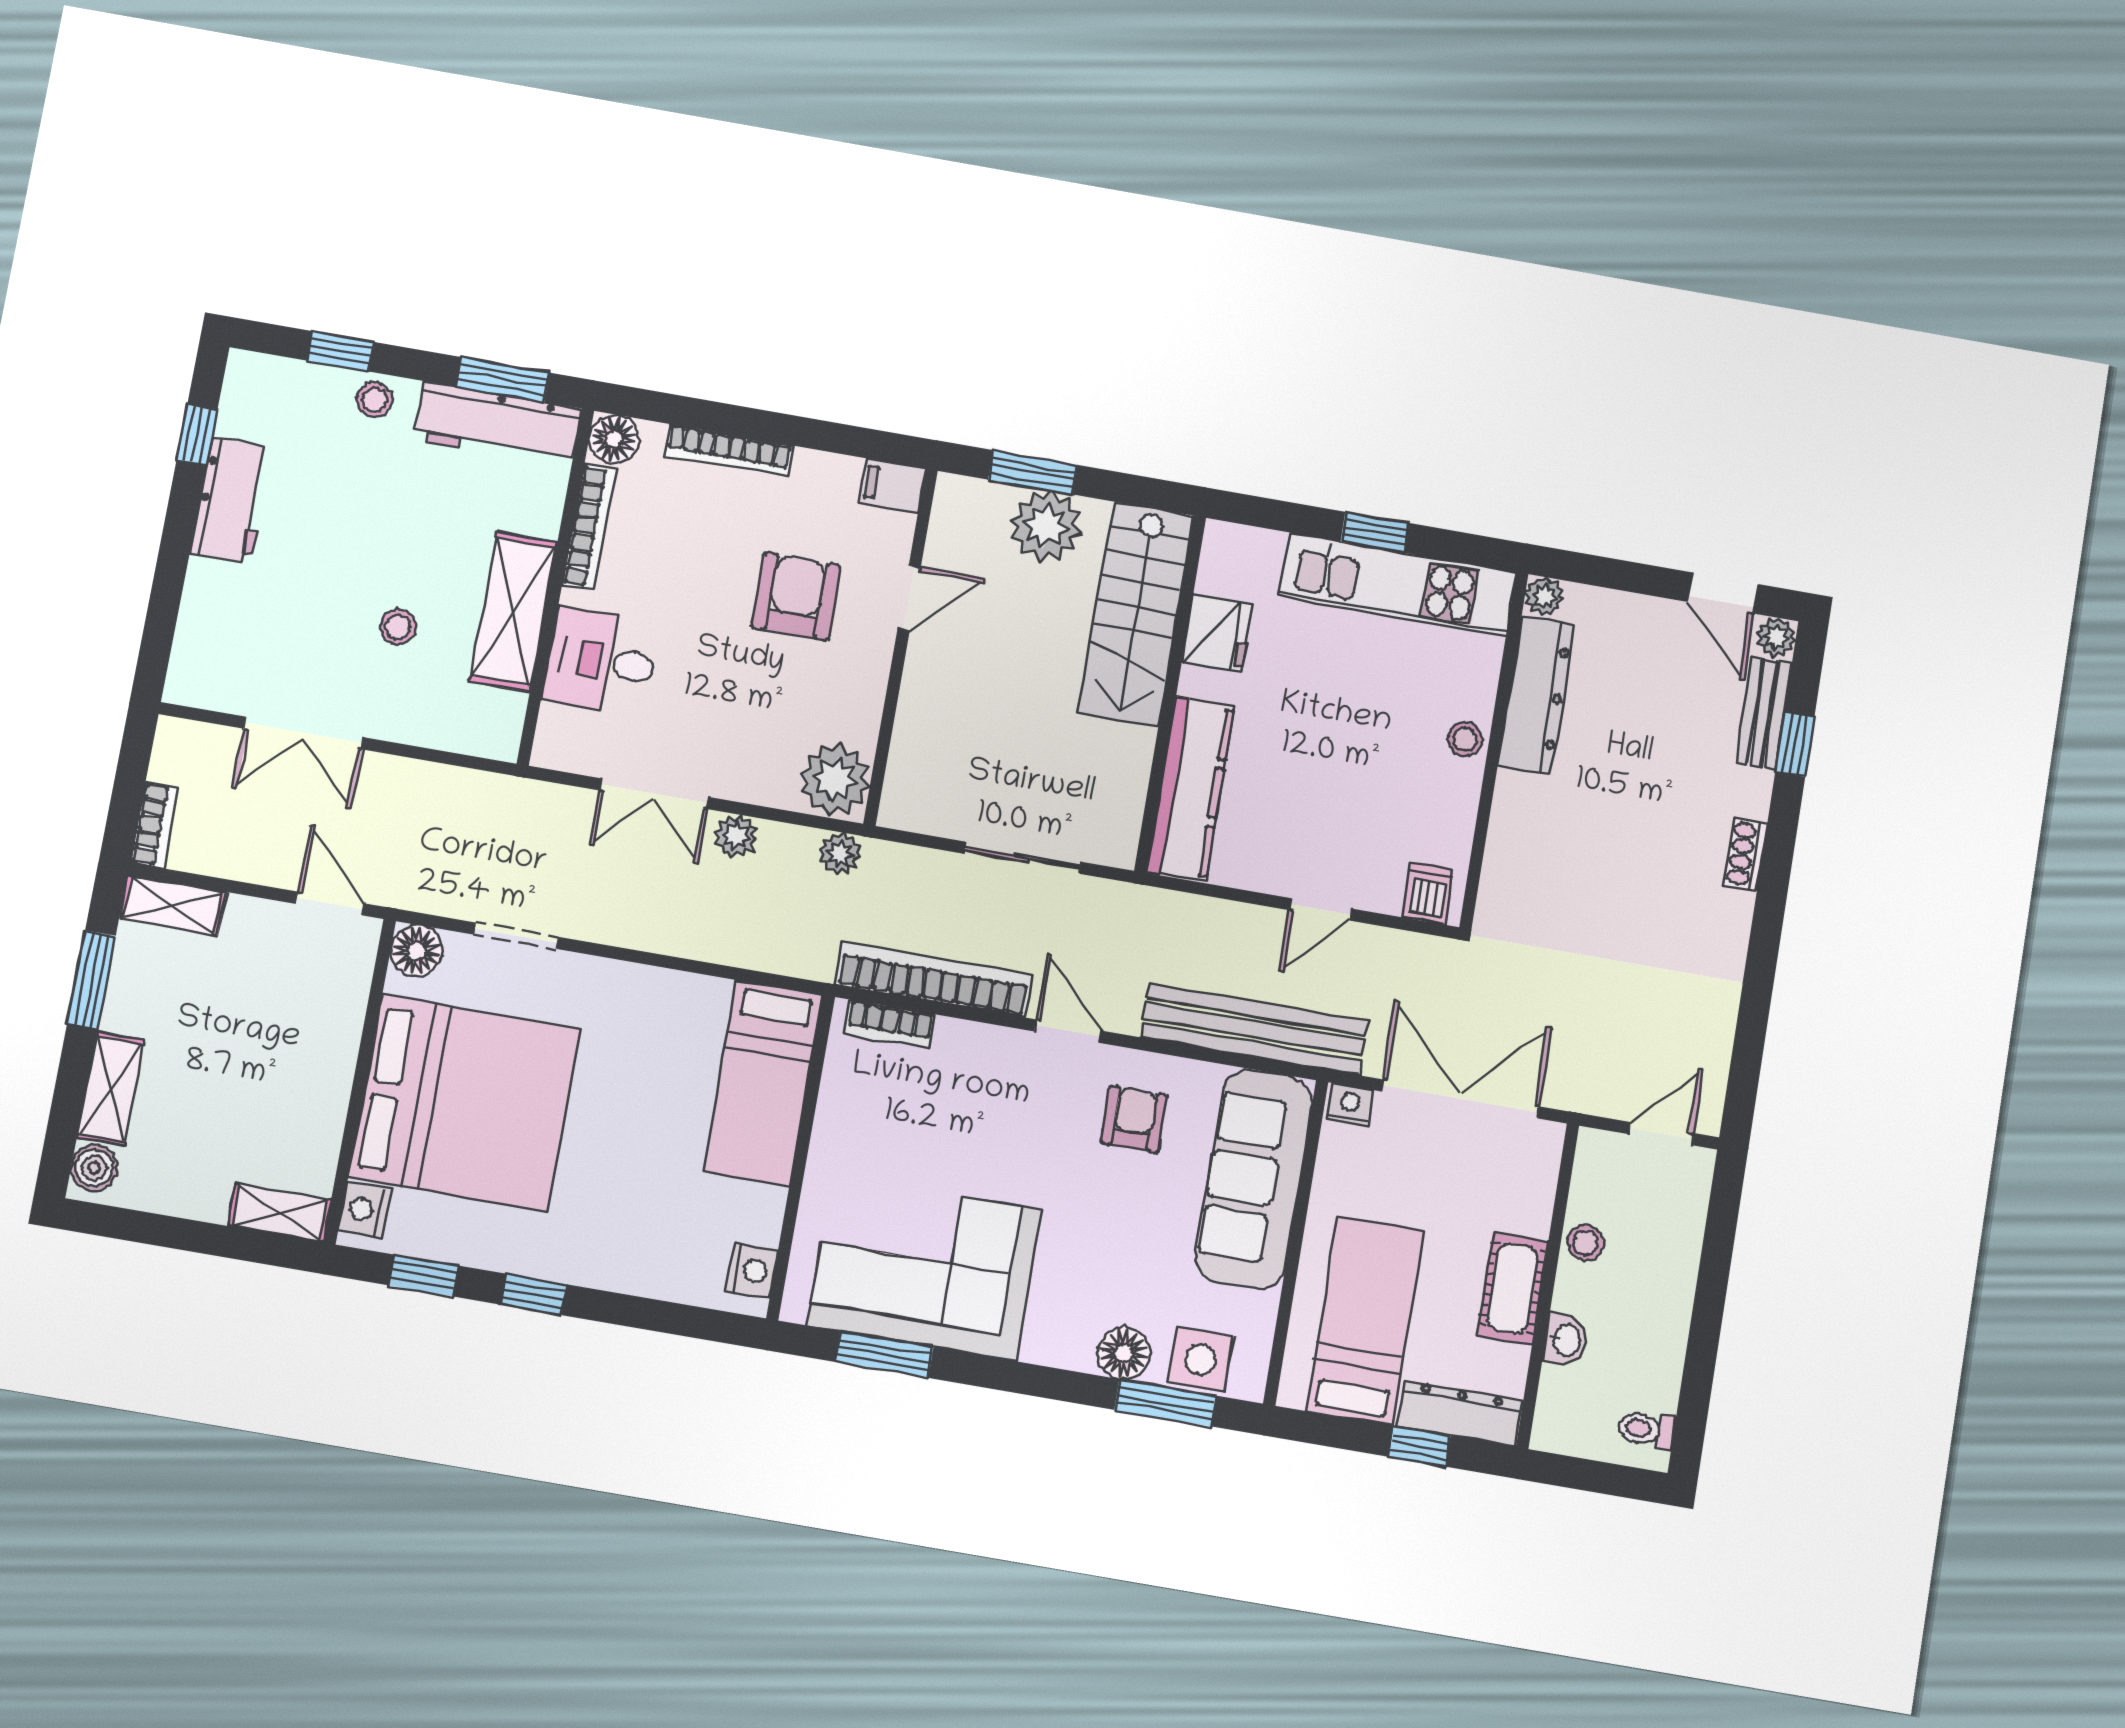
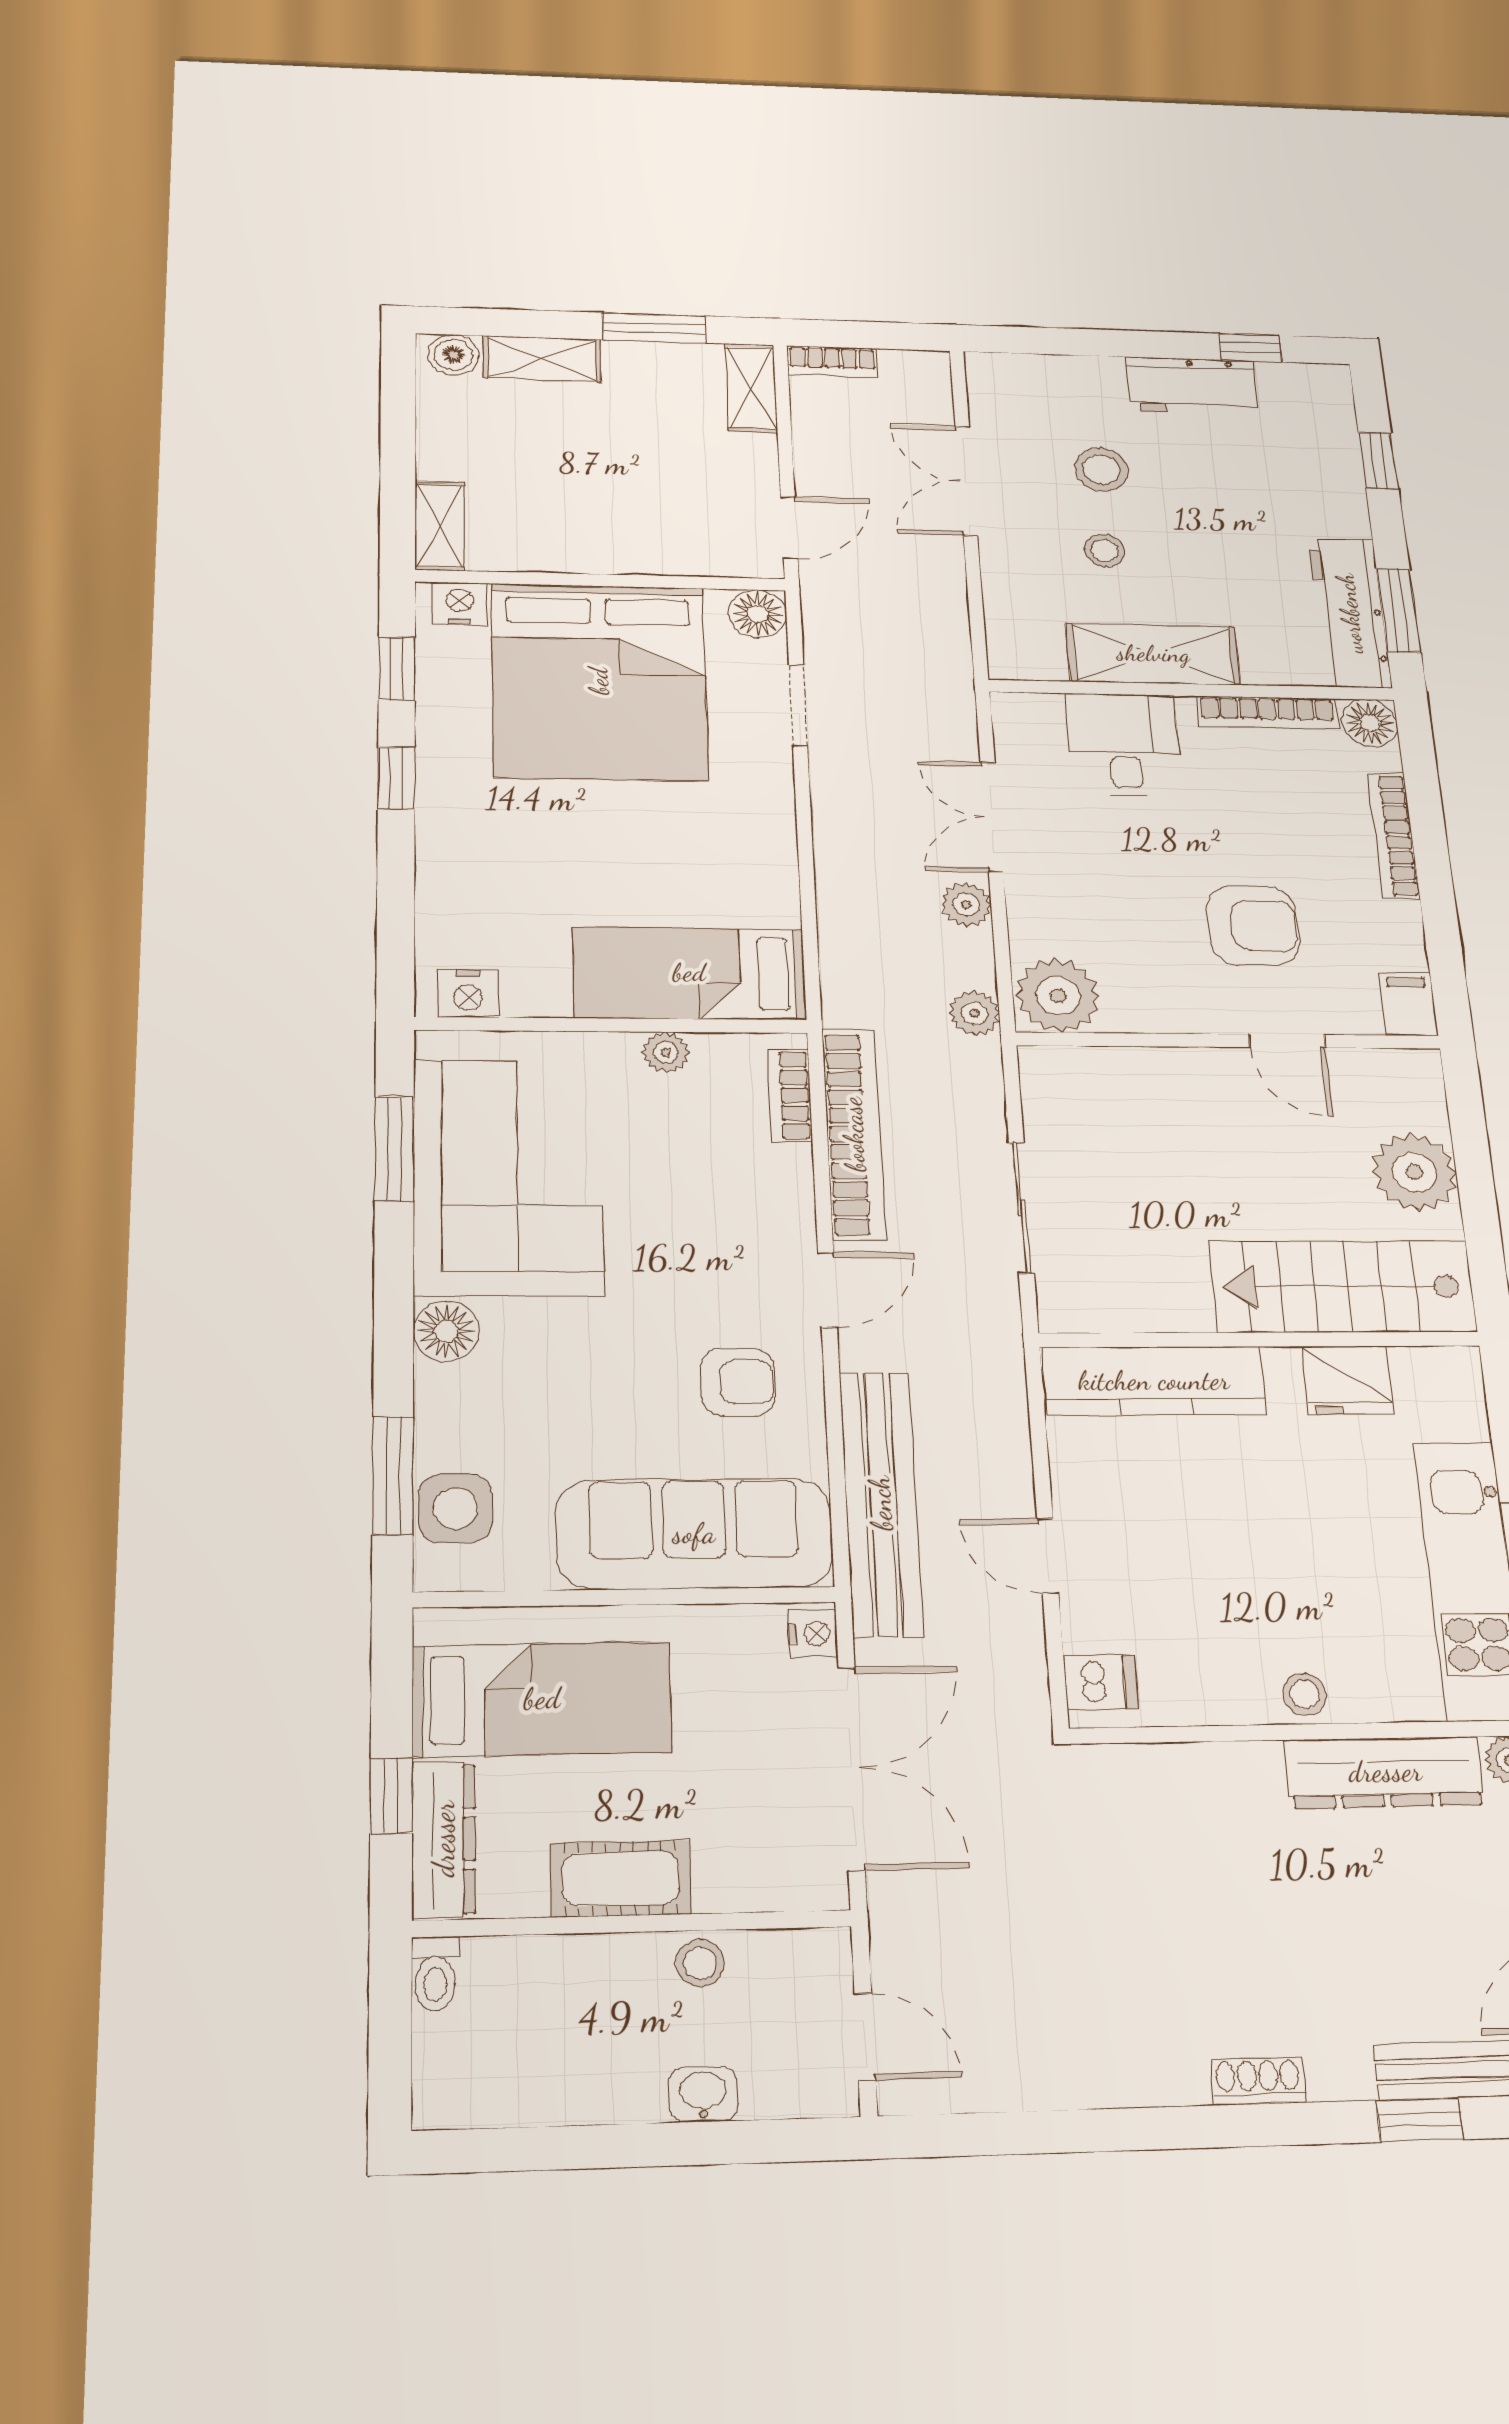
stool: (375, 400) -> (1102, 470), moved, width x1.37, depth x1.37
window: (1033, 472) -> (1471, 1149), removed
plant: (833, 1118) -> (666, 1052), added
washbasin: (1566, 1340) -> (703, 2094), moved, turned 180
floor lamp: (1124, 1353) -> (446, 1331), moved
toilet: (1646, 1430) -> (435, 1974), moved, turned 180

